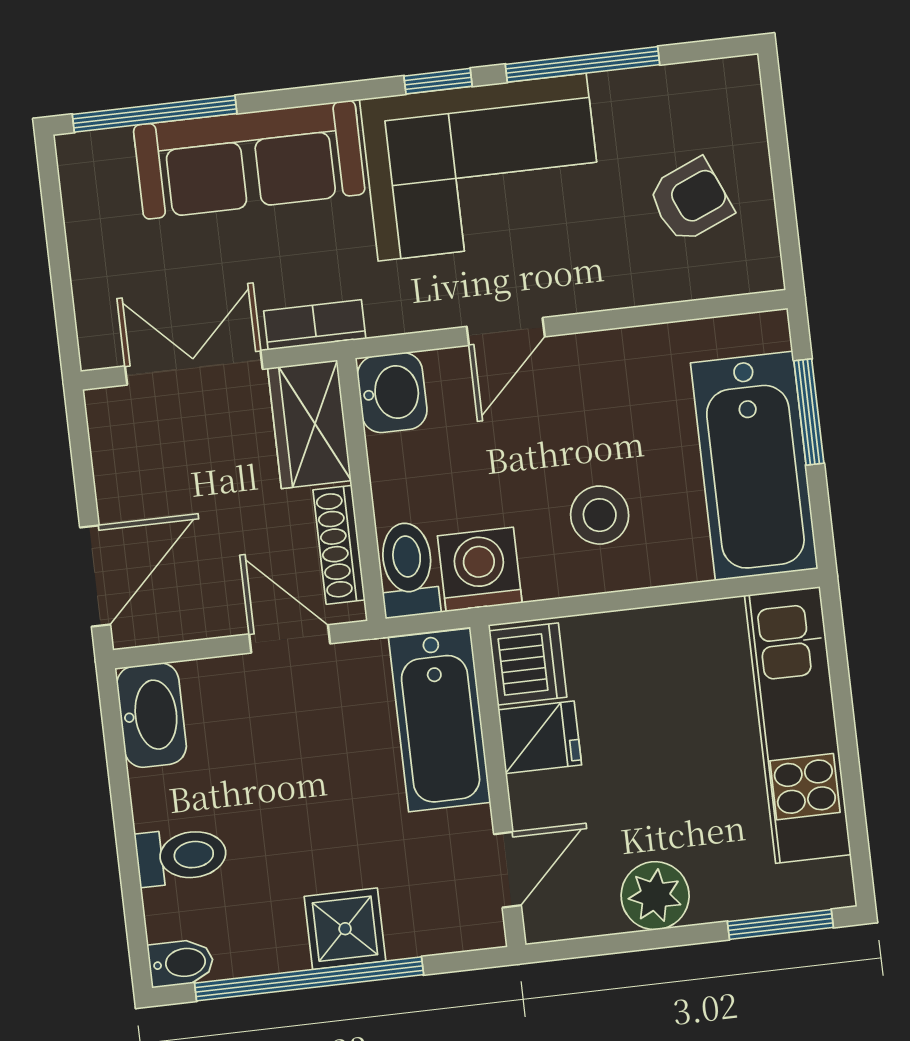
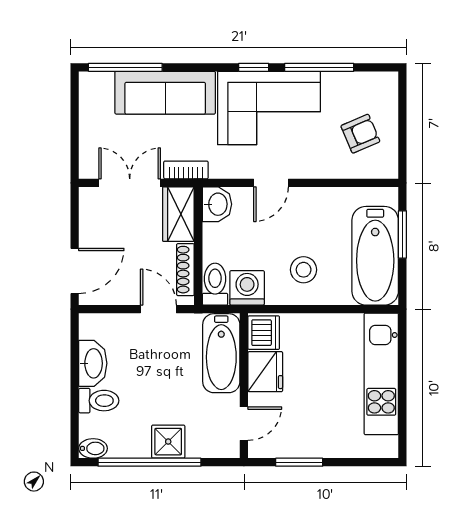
washbasin: (152, 715) -> (93, 363), moved
fridge: (540, 737) -> (265, 372), width x1.38
plant: (655, 896) -> (309, 443), removed
window: (780, 924) -> (299, 462), moved

